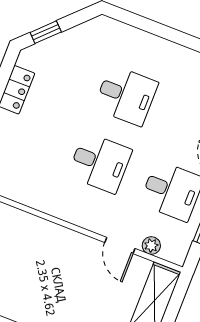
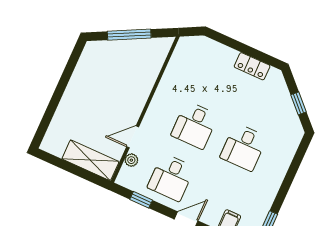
window: (46, 32) -> (299, 103), moved

